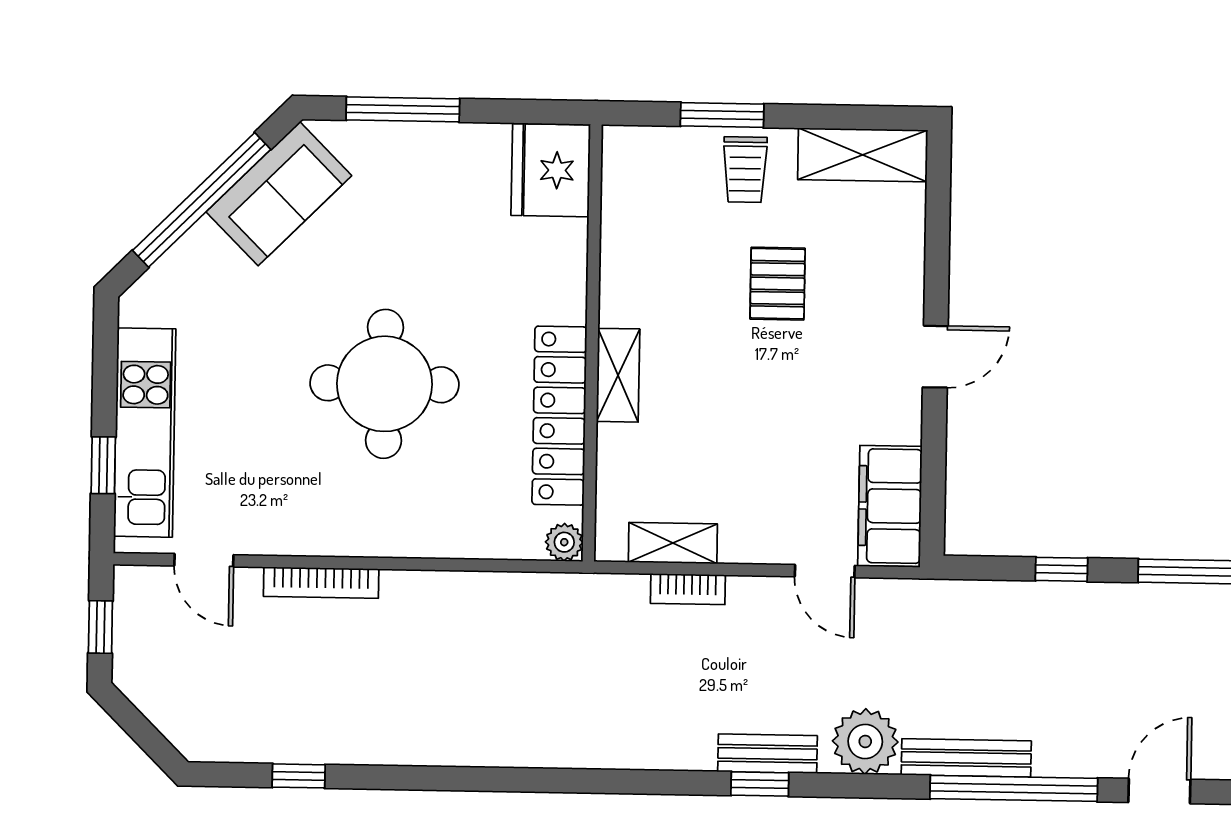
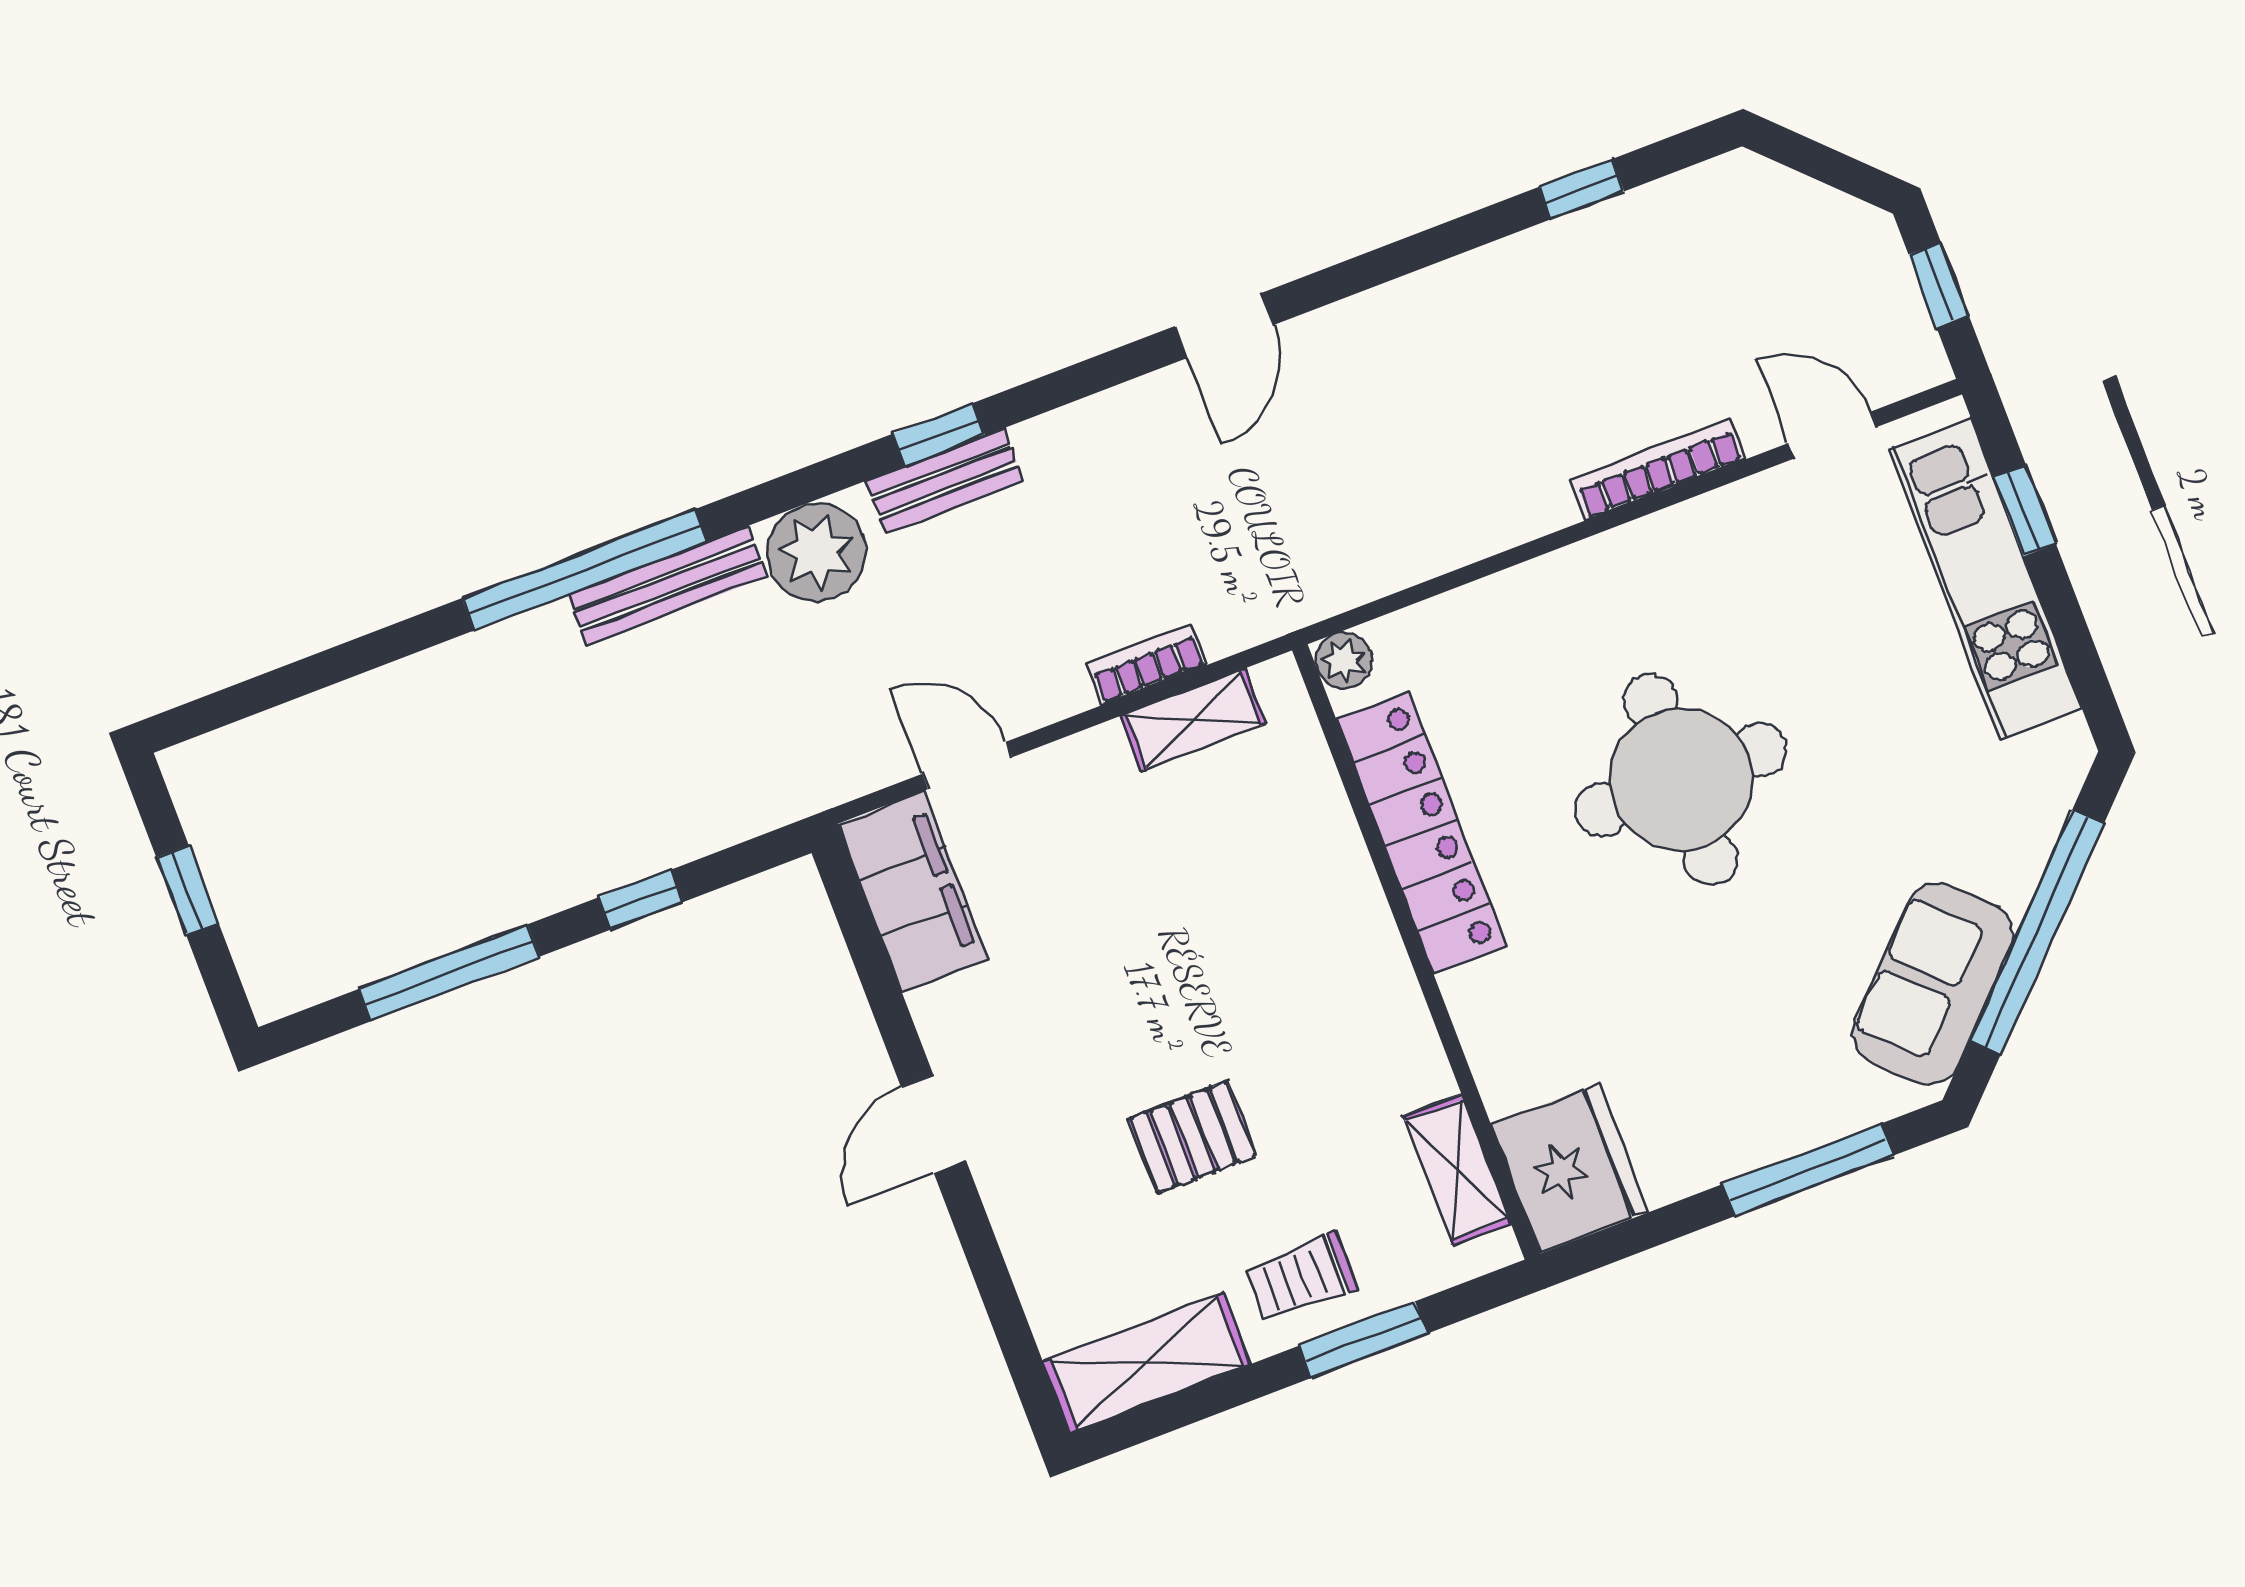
trolley: (745, 170) -> (1301, 1277), turned -90
pallet: (778, 284) -> (1193, 1137), turned 90
shelving: (618, 375) -> (1457, 1170), moved
door: (1159, 791) -> (1224, 326), moved

